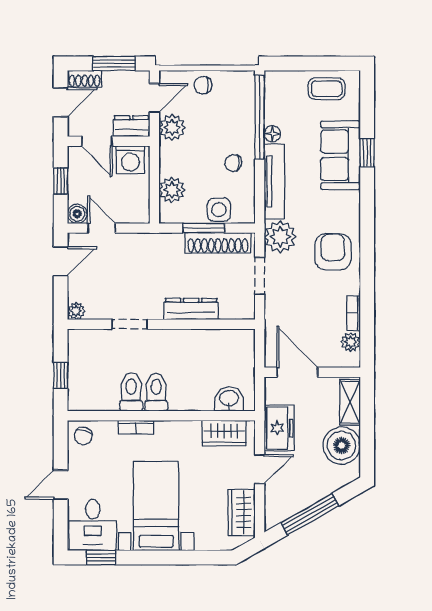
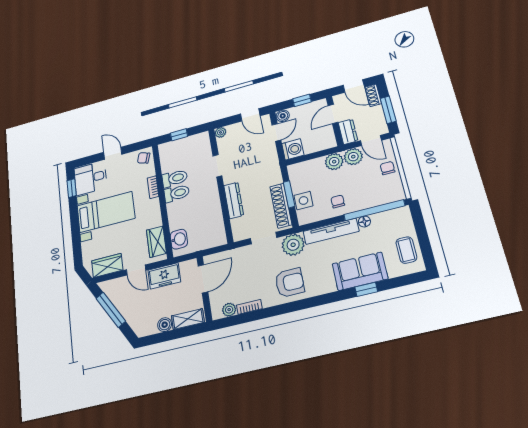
washing machine: (130, 160) -> (293, 149), moved, turned 180
plant: (172, 190) -> (334, 162), moved
boiler: (342, 446) -> (165, 325), width x0.54, depth x0.54

